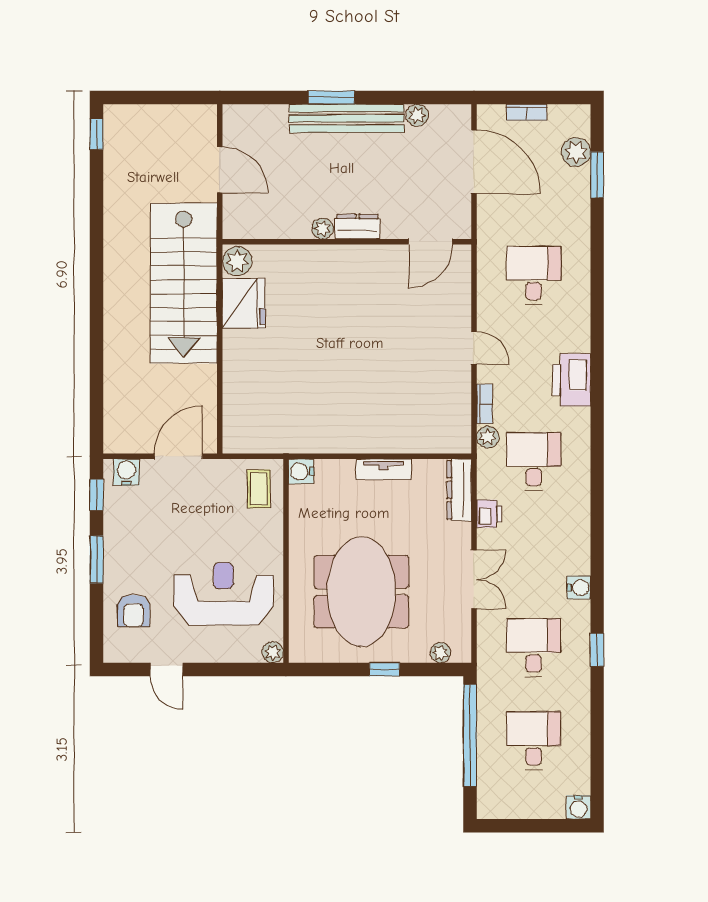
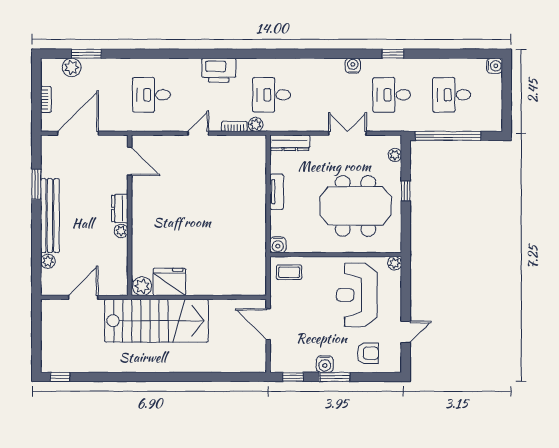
window: (331, 97) -> (36, 184), moved
plant: (417, 115) -> (48, 261), moved
water cooler: (126, 472) -> (325, 364), moved, turned -90
printer: (489, 514) -> (305, 123), removed

